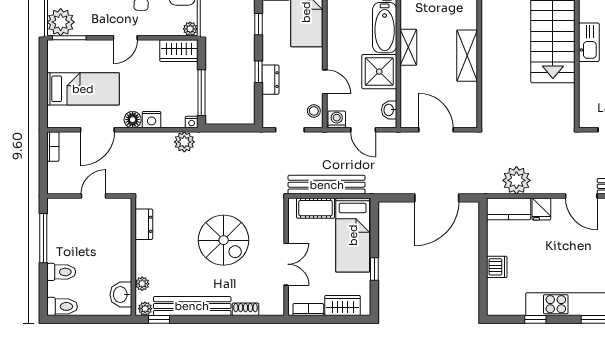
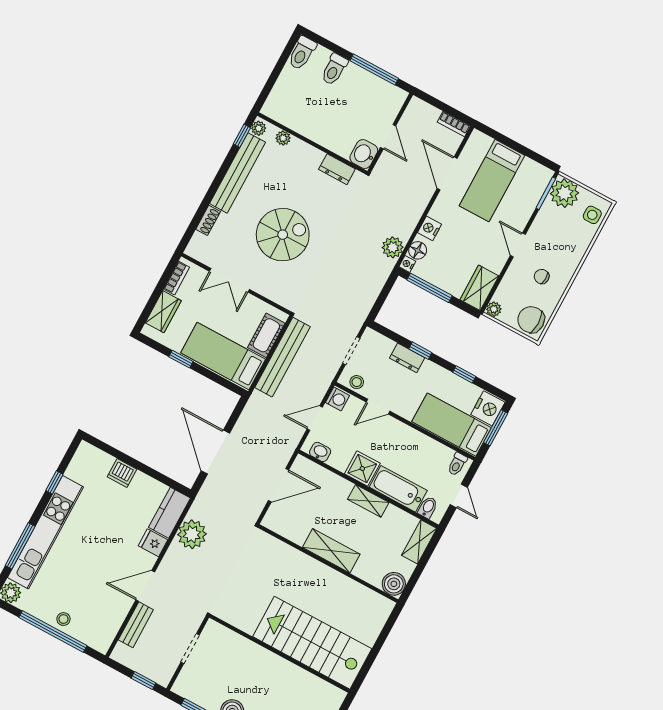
kitchen sink: (589, 42) -> (283, 670), removed
shower: (379, 72) -> (362, 469), width x0.73, depth x0.73
floor lamp: (133, 120) -> (418, 250), moved
spiral stairs: (224, 240) -> (283, 235), turned 180
washbasin: (121, 295) -> (364, 154), moved, turned -90

